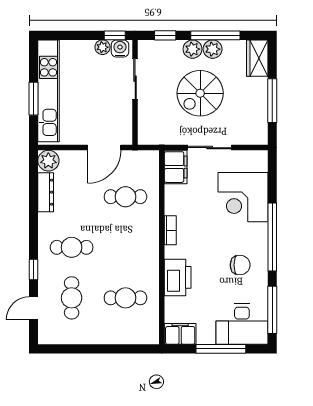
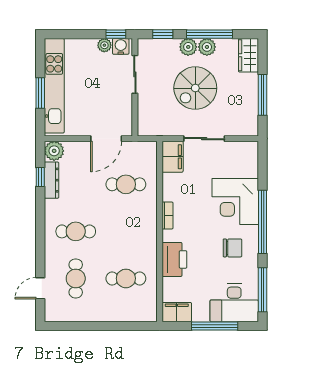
corner desk: (243, 197) -> (235, 202), moved
window: (34, 270) -> (40, 177), moved

